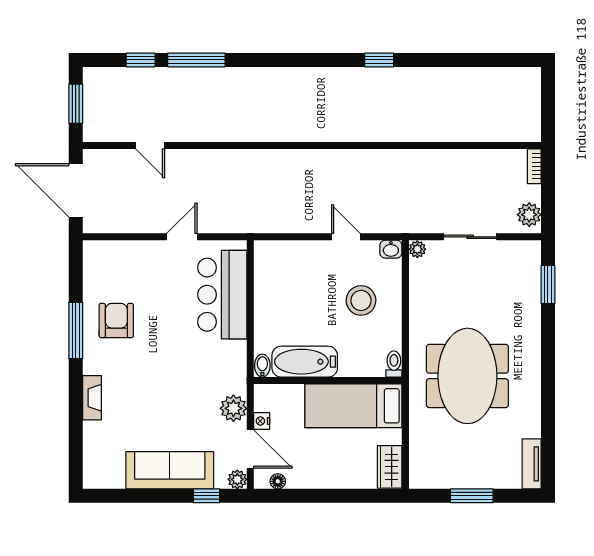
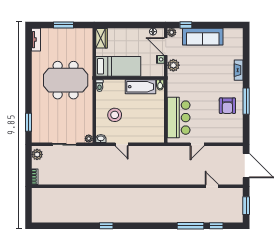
meeting table: (467, 376) -> (66, 80), turned 90

